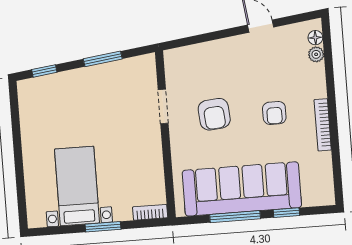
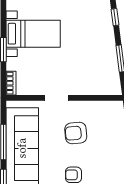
doorway: (163, 106) -> (56, 98), moved

